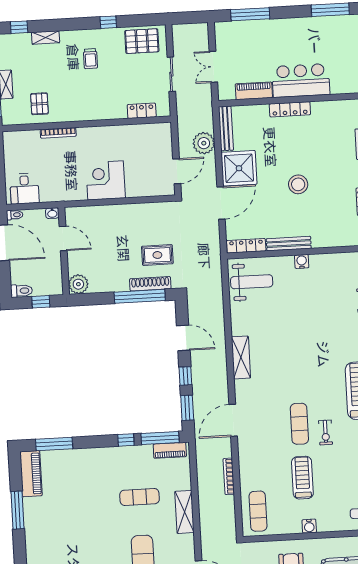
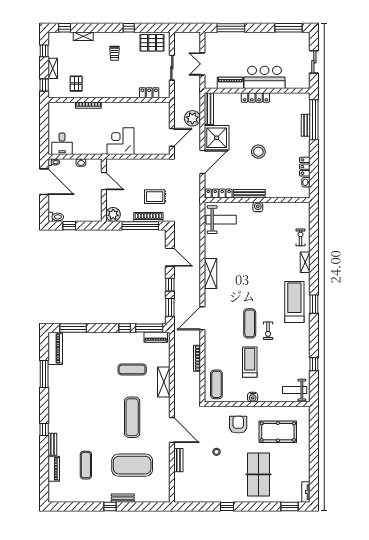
door: (63, 239) -> (104, 181), moved
wall: (64, 251) -> (104, 190), moved
plant: (78, 284) -> (113, 214), moved

